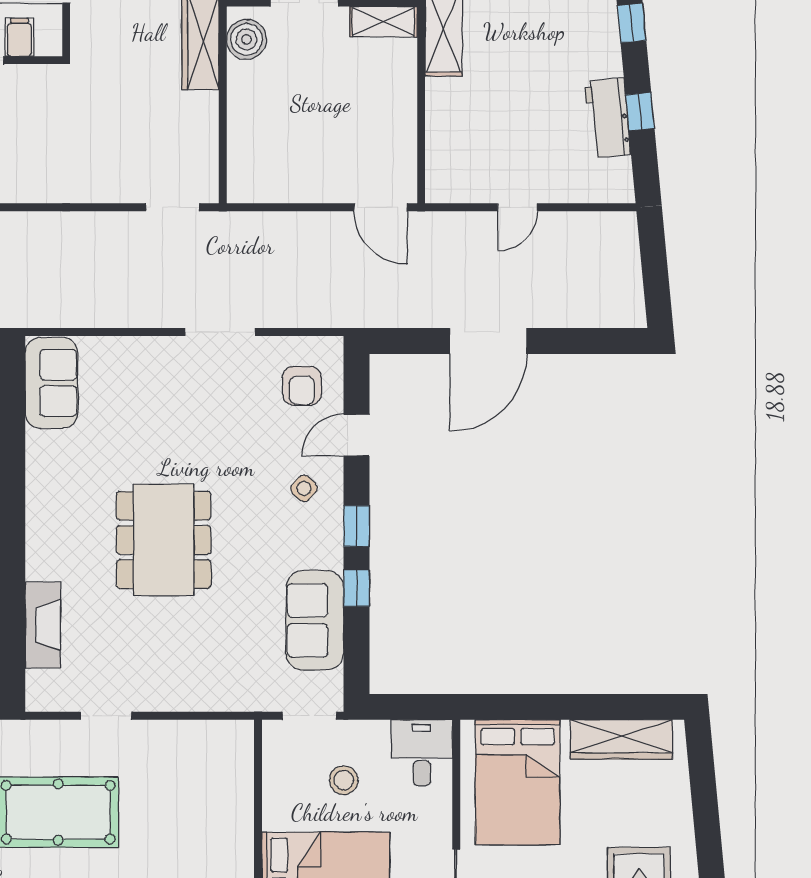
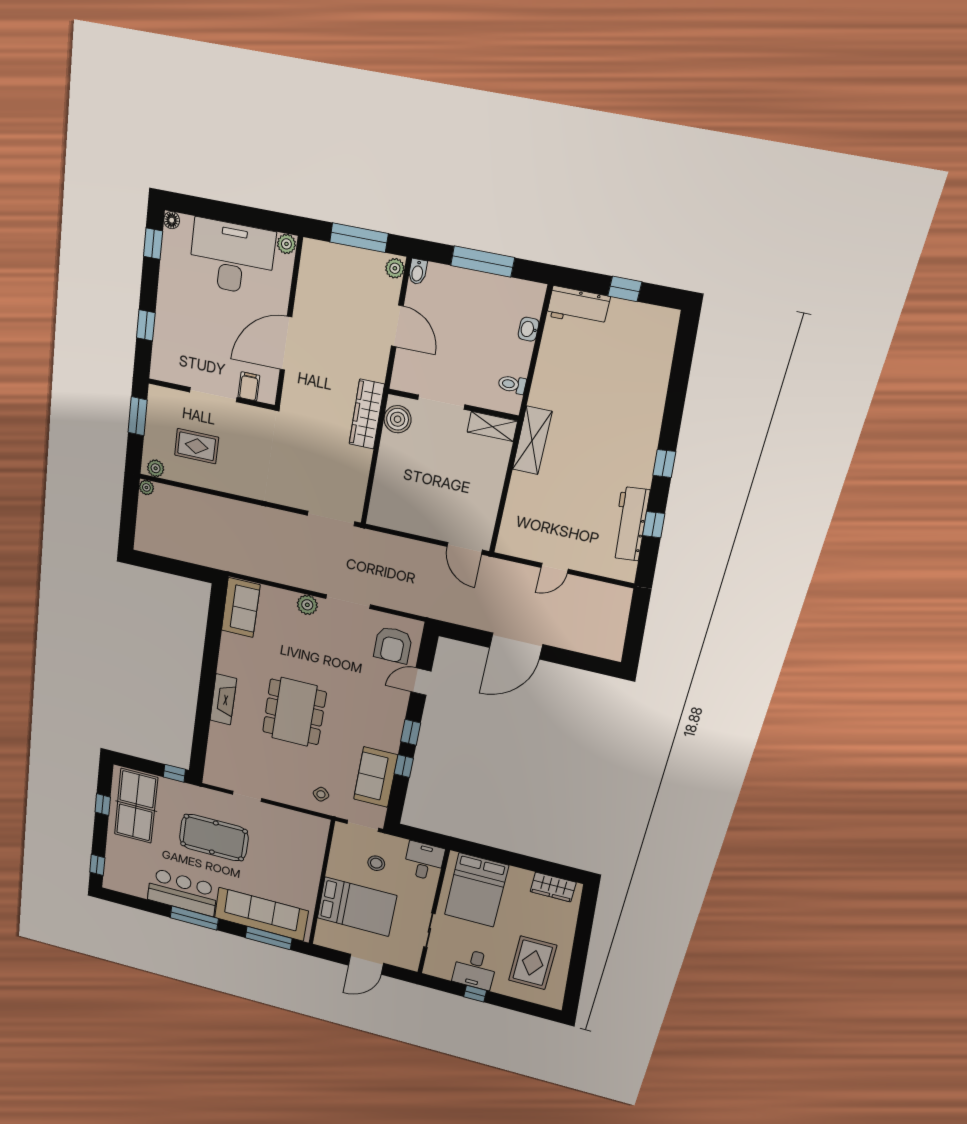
workbench: (608, 118) -> (630, 524), width x1.38
doorway: (173, 207) -> (331, 519), width x1.38
plant: (157, 353) -> (307, 605), added
armchair: (302, 386) -> (393, 645), width x1.38, depth x1.38
side table: (304, 488) -> (321, 794), moved
fireplace: (43, 625) -> (223, 699), moved
wardrobe: (621, 739) -> (553, 887), width x0.67

